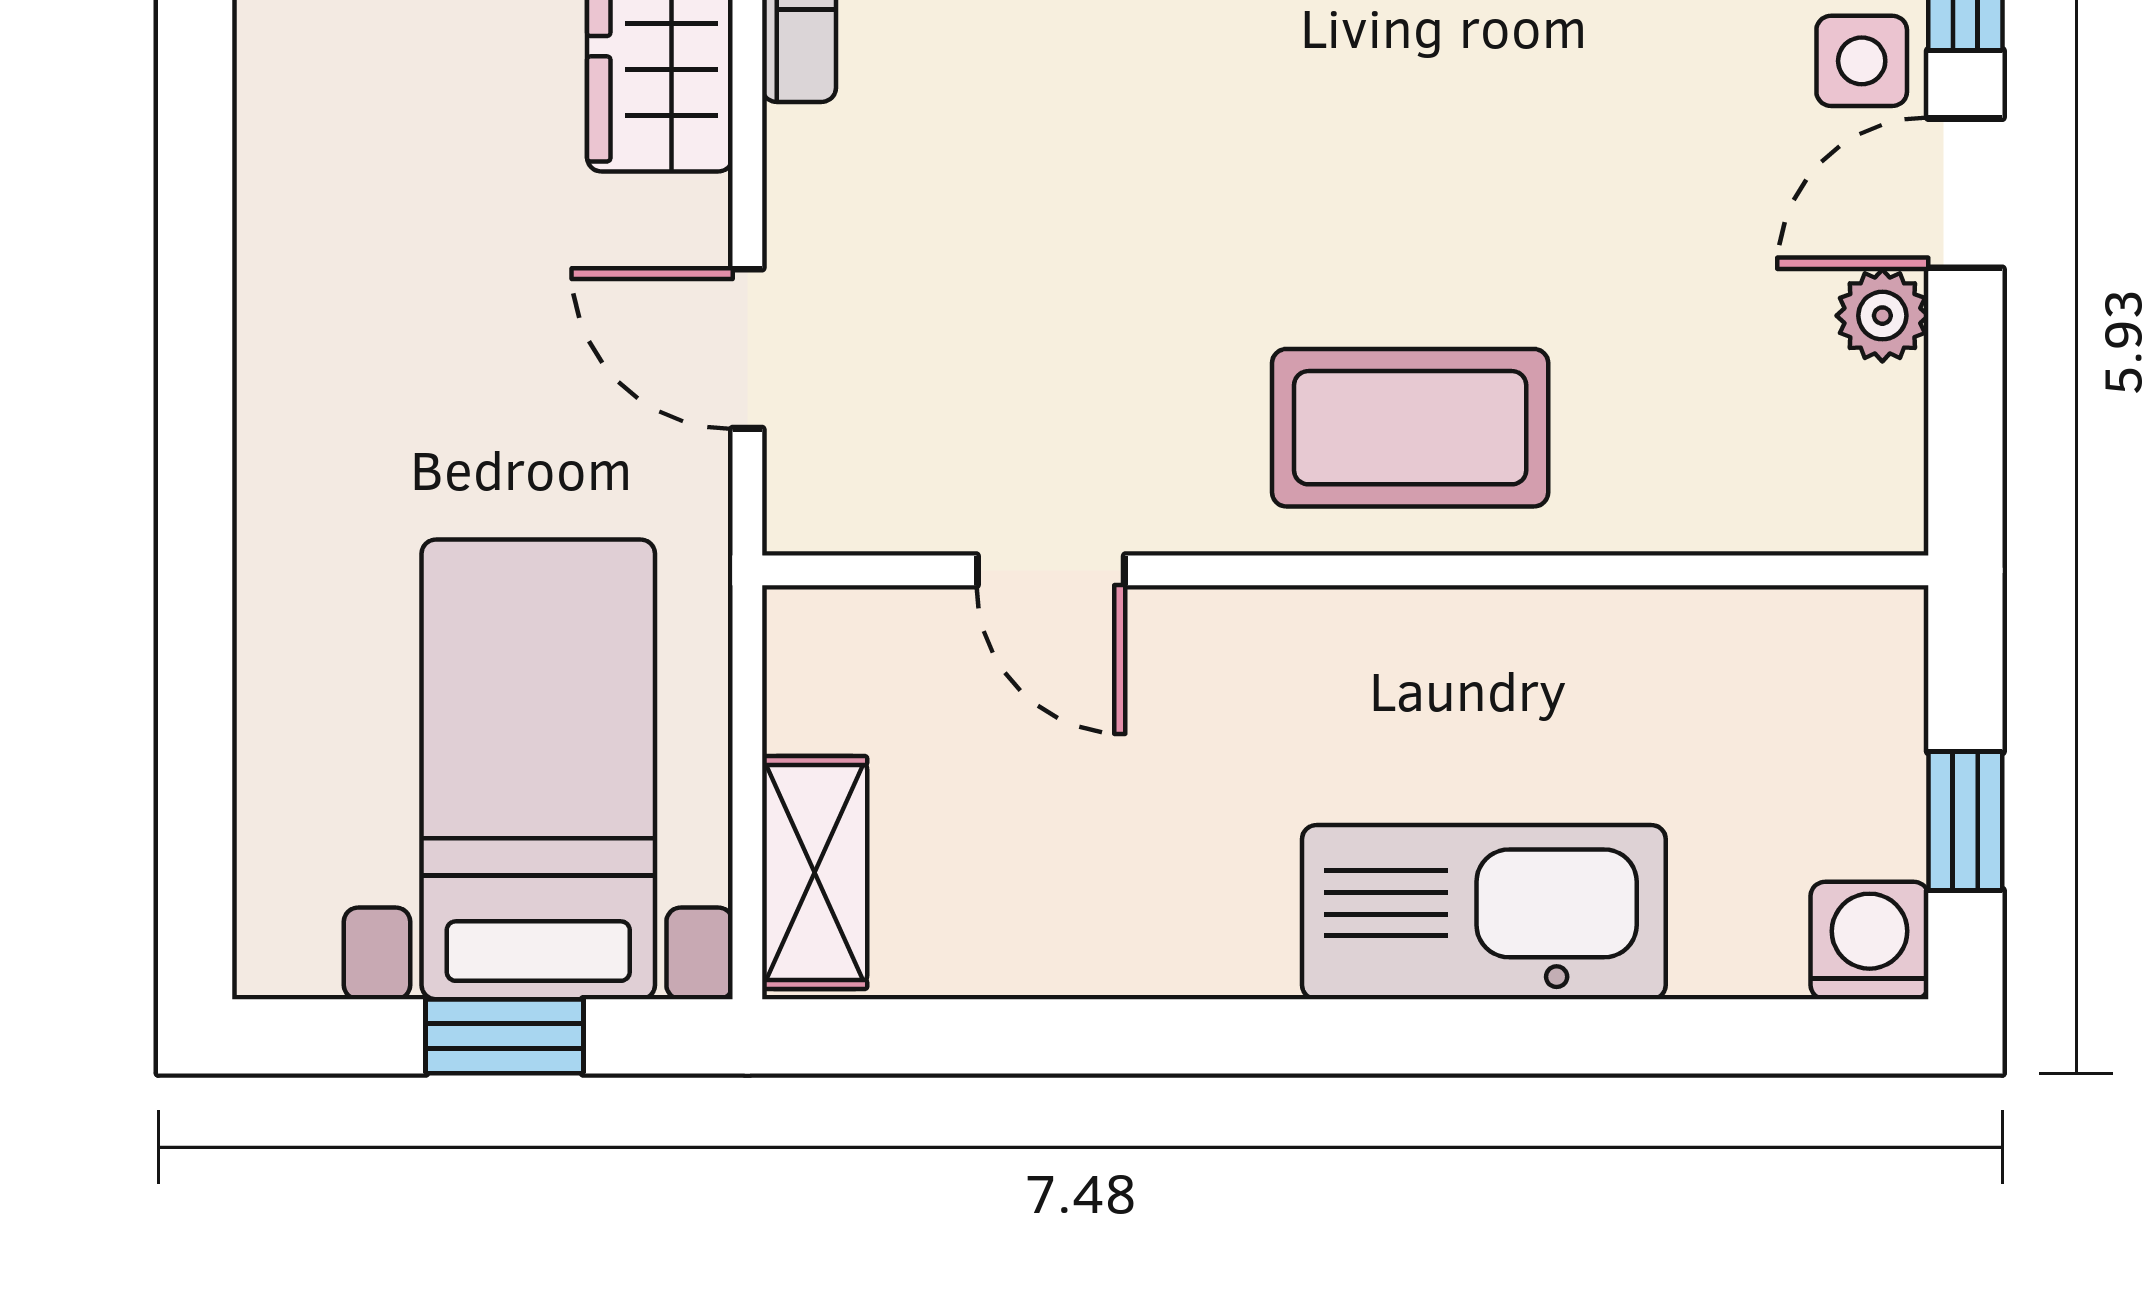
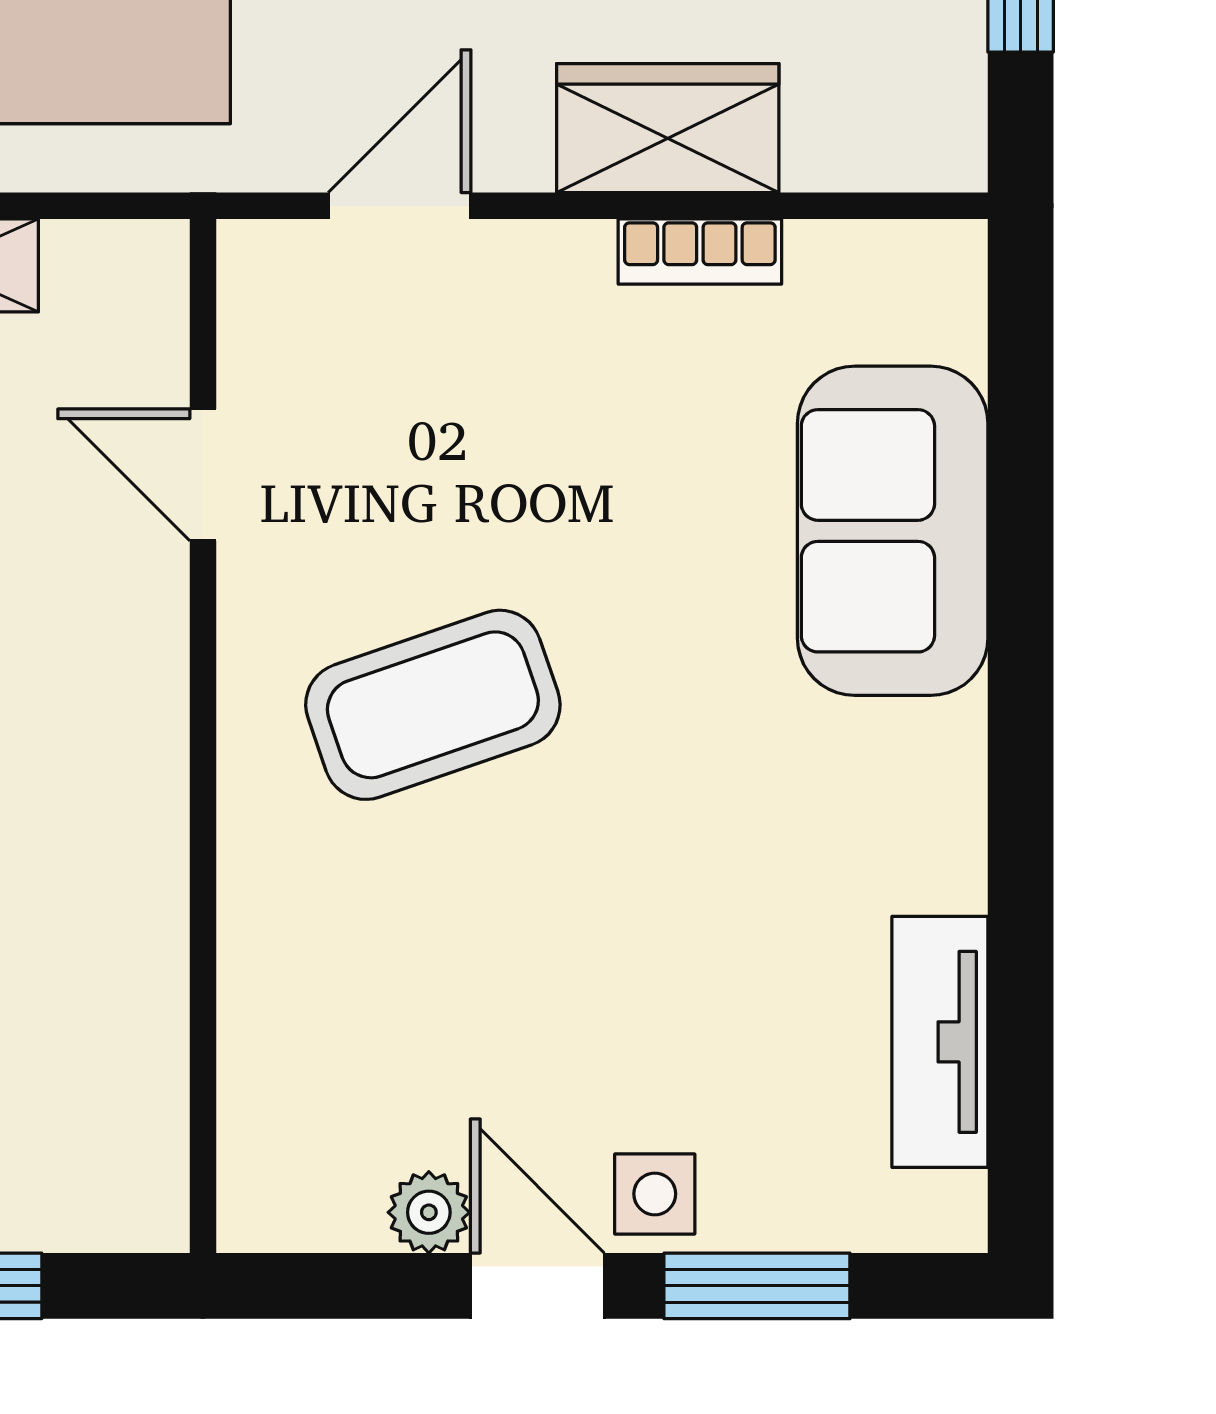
coffee table: (1410, 428) -> (433, 705), moved, turned 71
door: (1051, 570) -> (203, 475), hinge flipped

